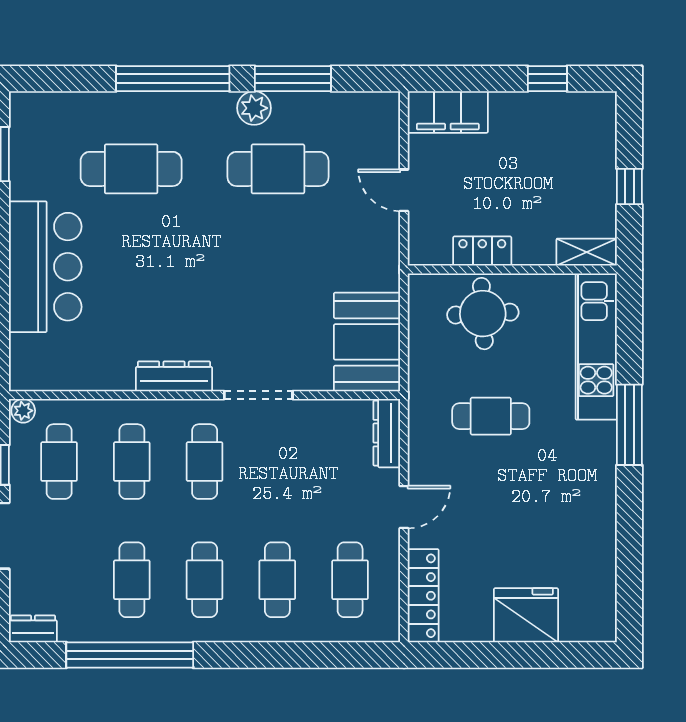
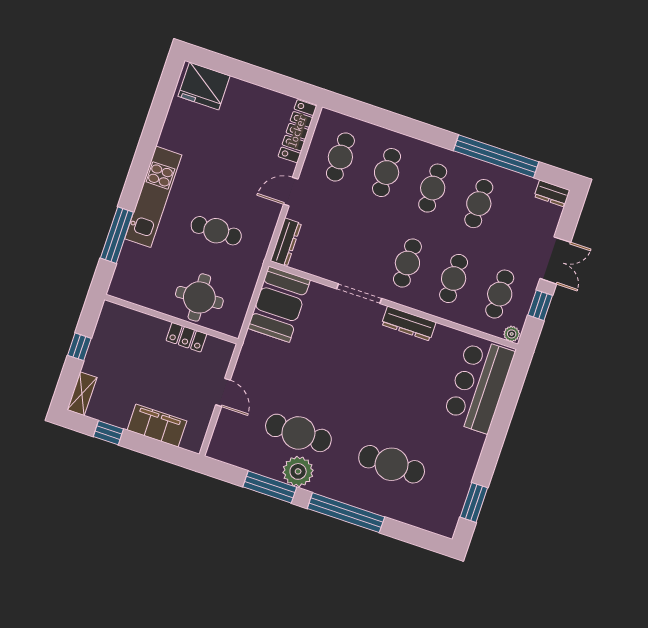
plant: (254, 108) -> (298, 471), width x1.36, depth x1.36
filing cabinet: (448, 112) -> (157, 426), moved
shelving: (587, 252) -> (82, 394), moved, turned 90
bar counter: (45, 267) -> (479, 385), moved
kitchen unit: (596, 346) -> (153, 197), moved
window: (629, 425) -> (117, 235), moved
fridge: (526, 615) -> (204, 86), moved

